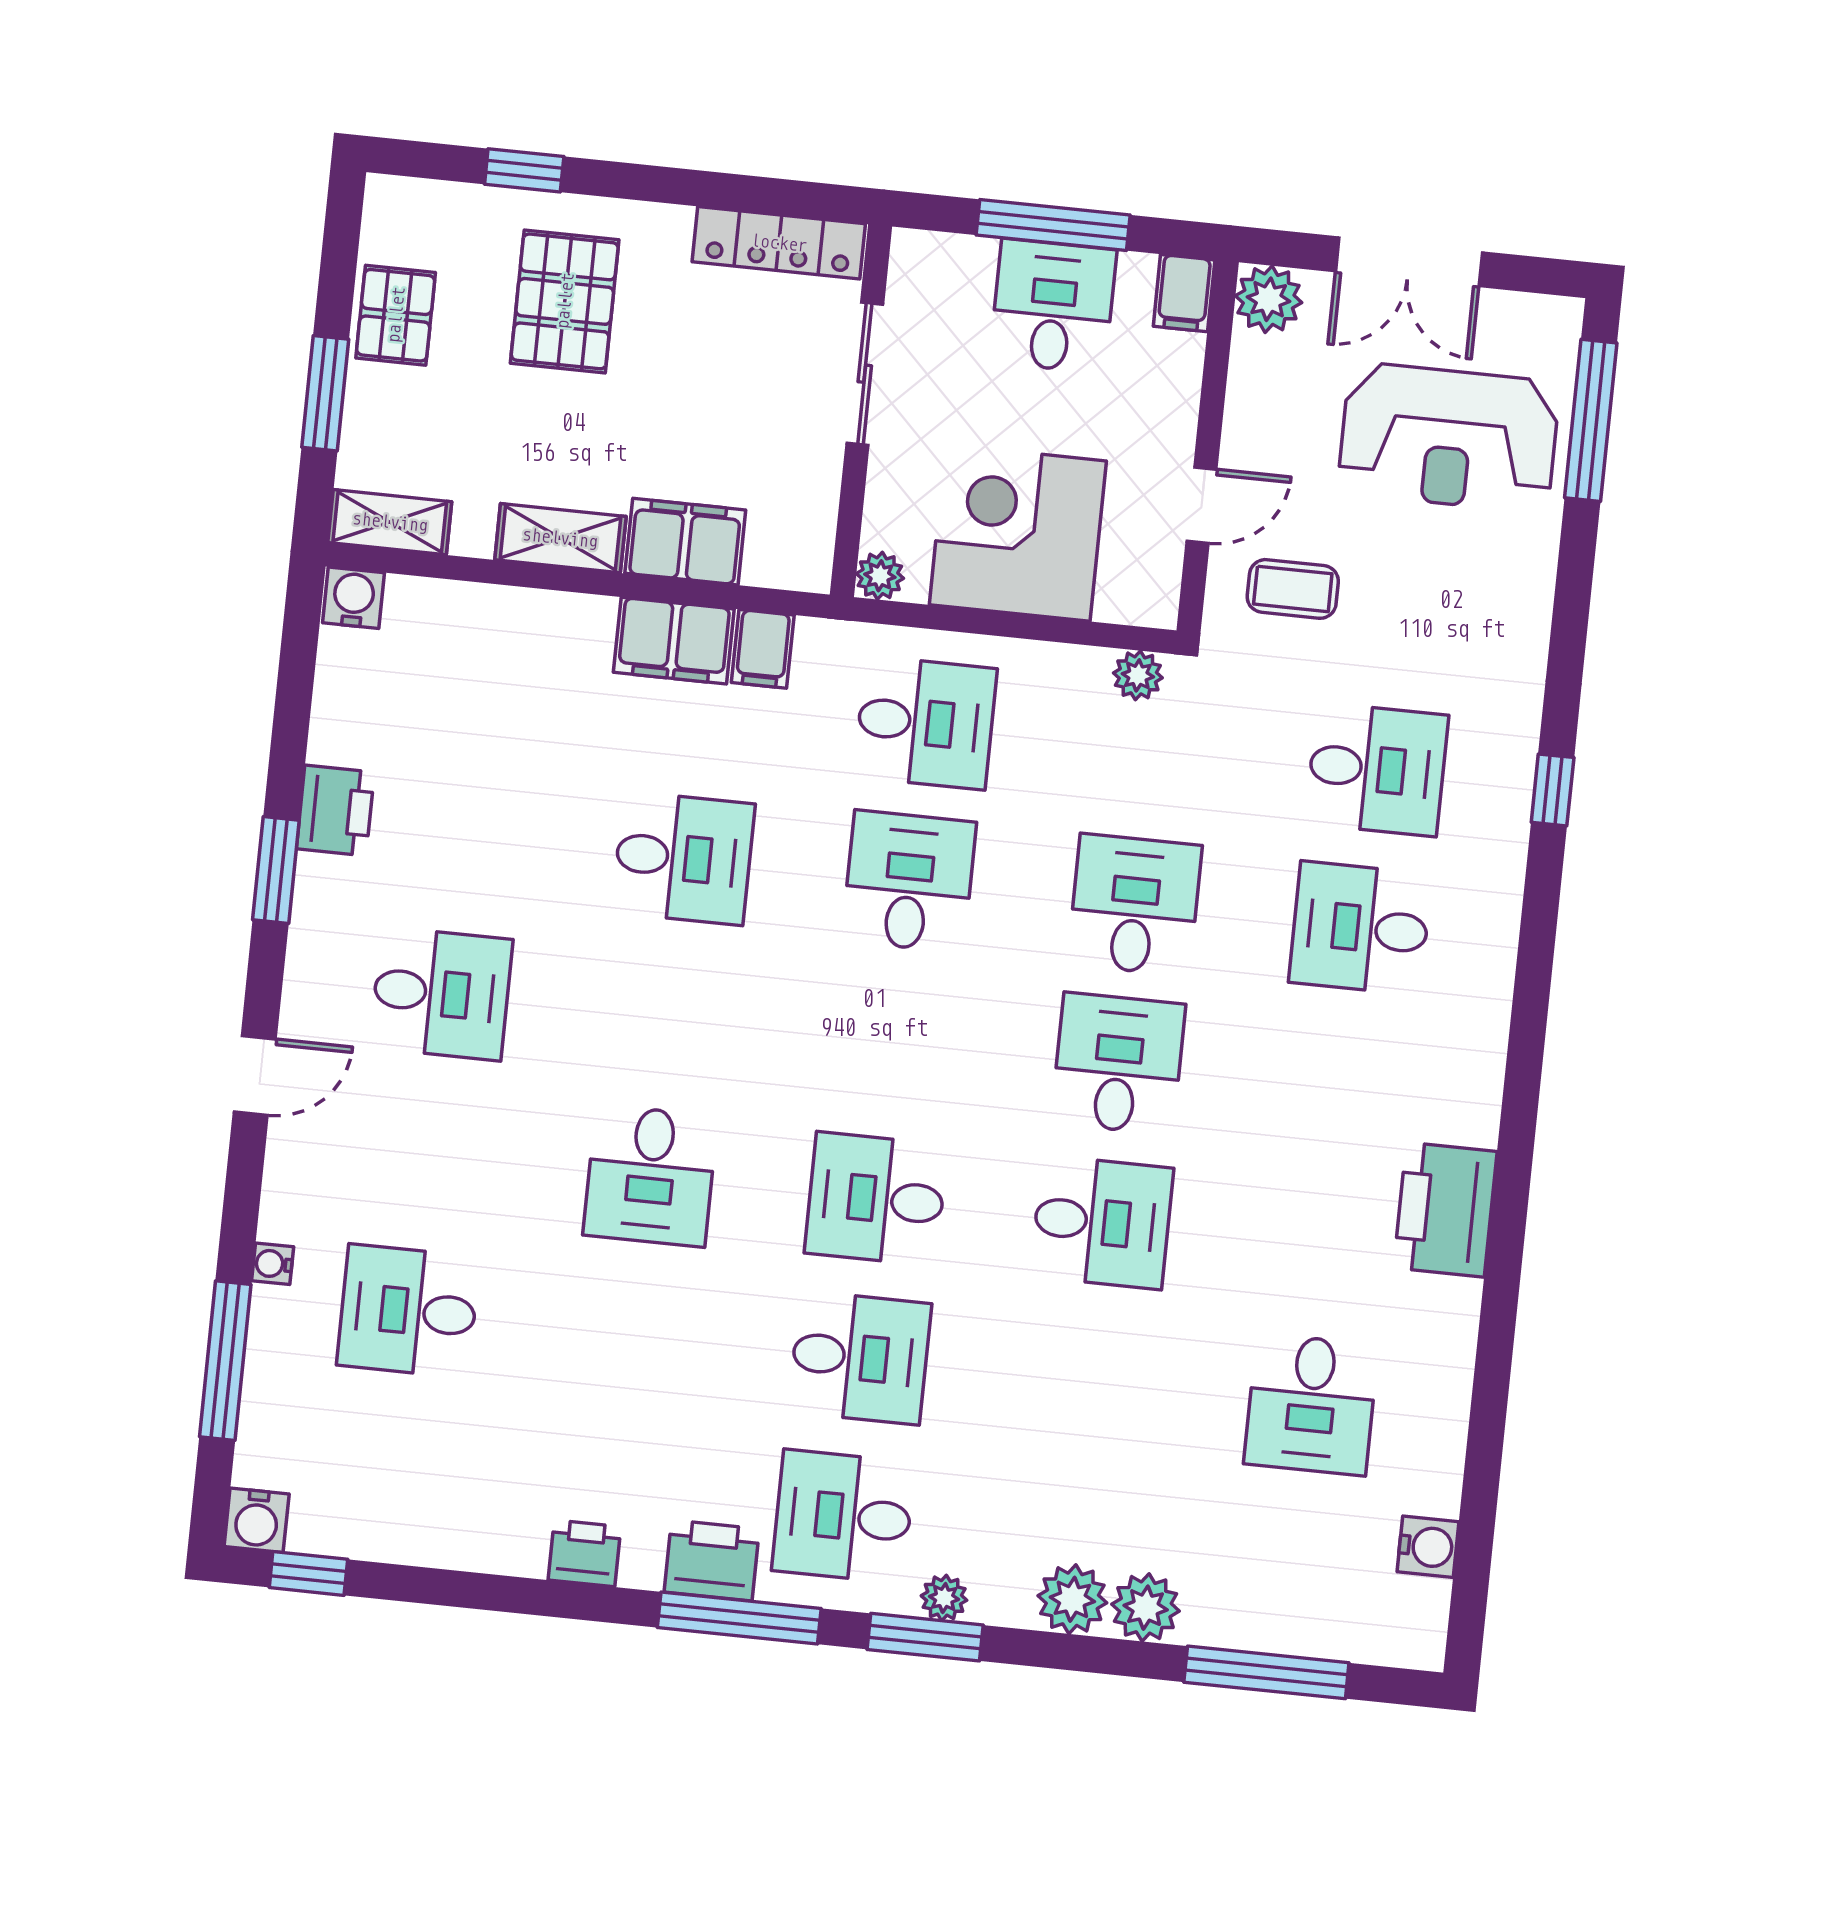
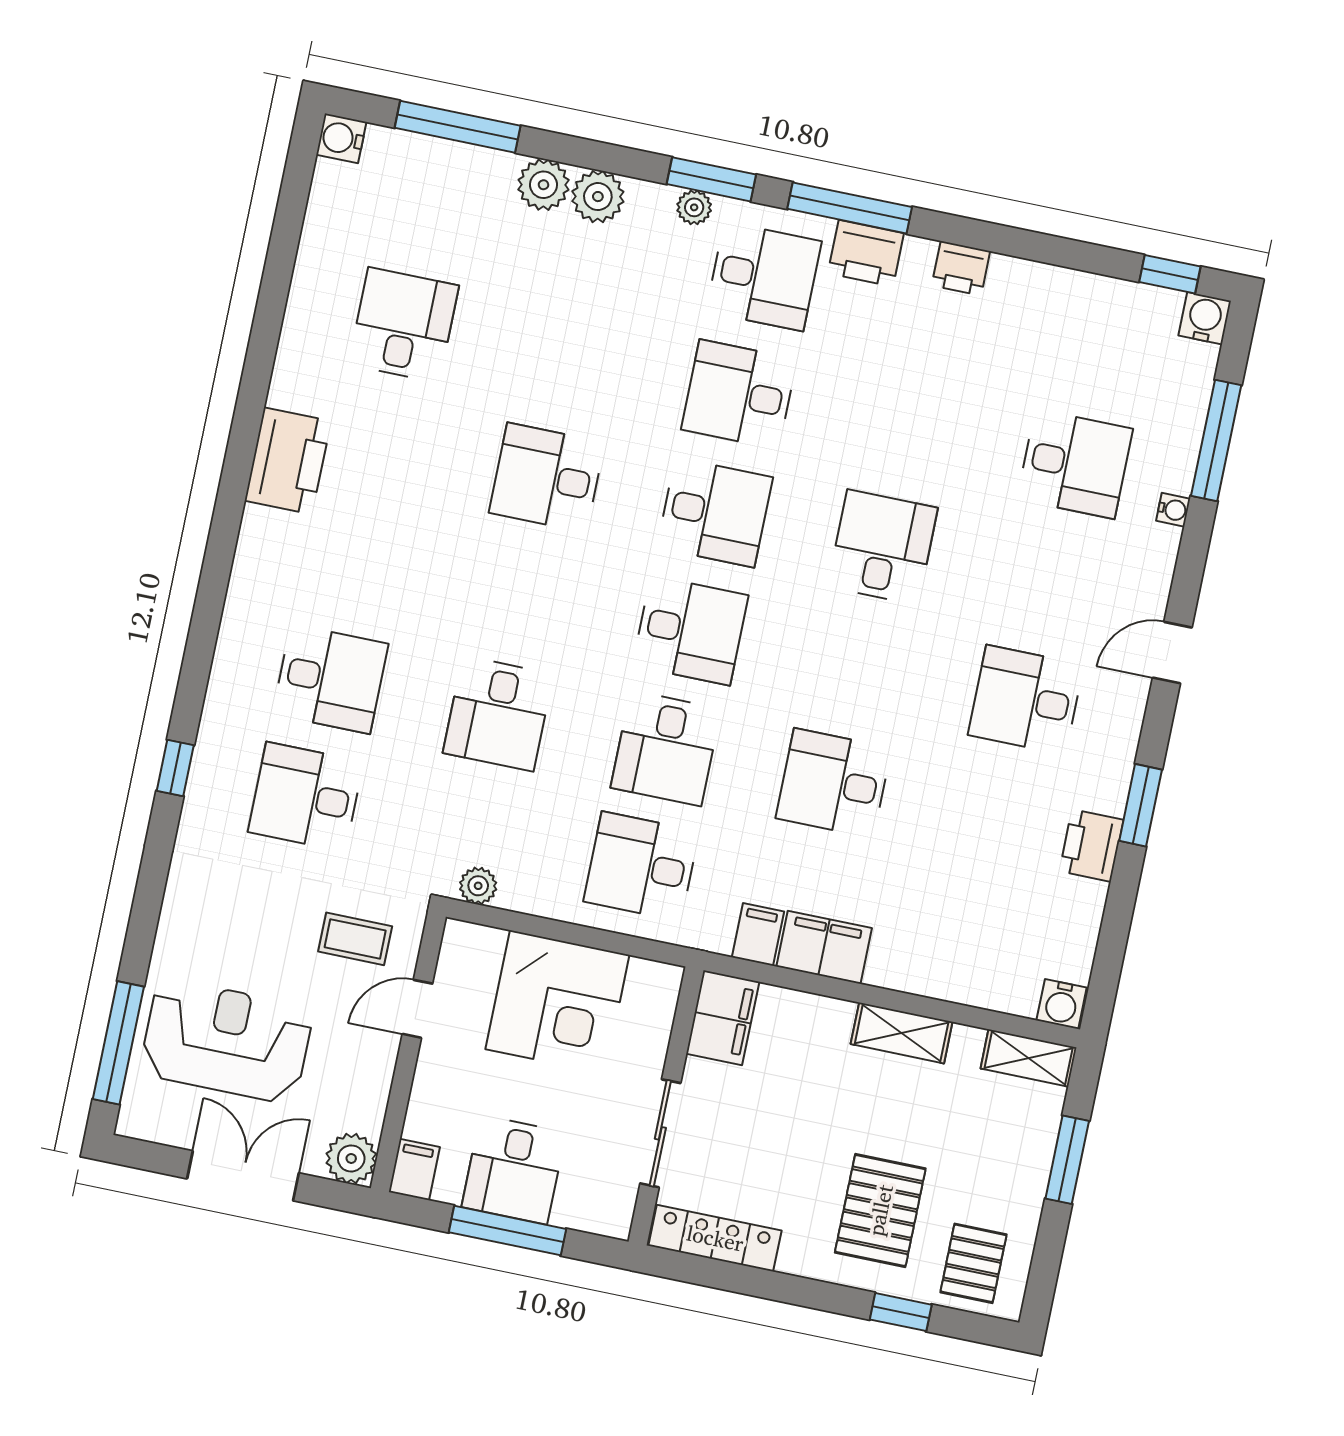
pallet: (396, 315) -> (974, 1263), moved
filing cabinet: (685, 542) -> (723, 1018), moved, turned -90
plant: (880, 576) -> (664, 980), removed
desk: (1118, 1064) -> (690, 630), moved, turned -90
water cooler: (1428, 1547) -> (341, 138), moved

